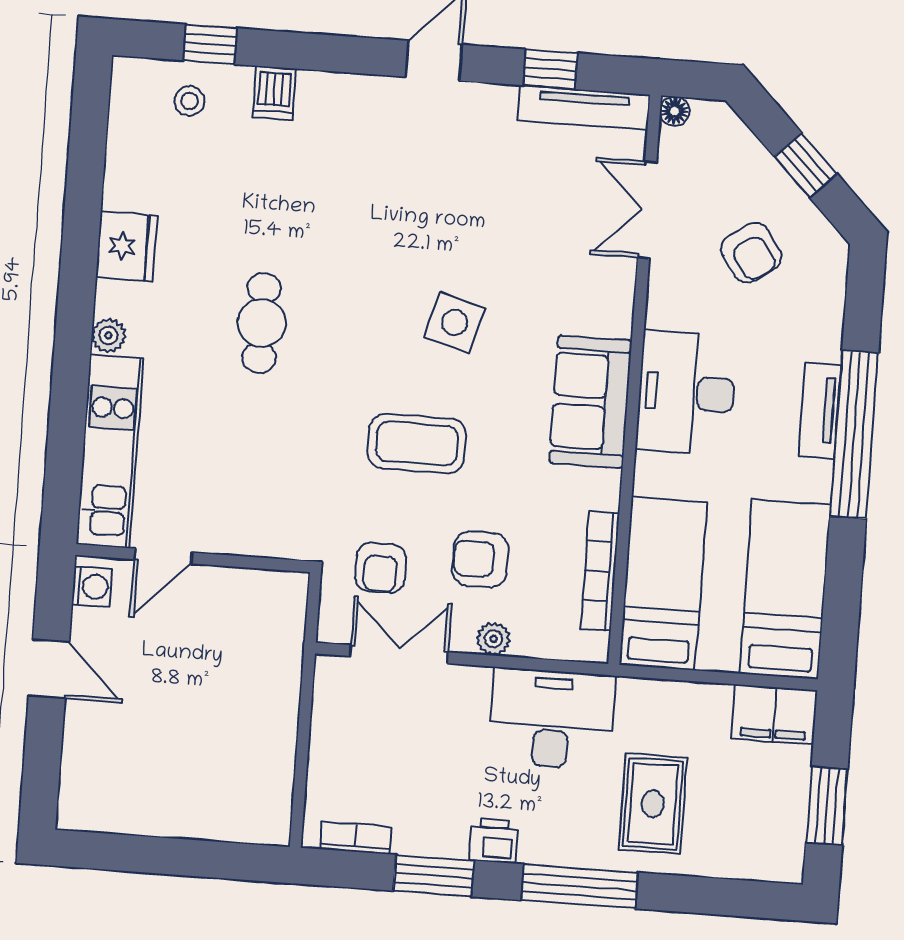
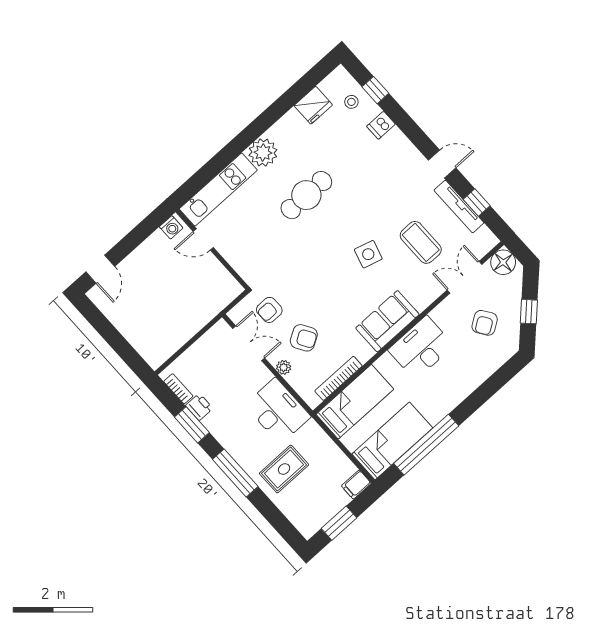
tv unit: (584, 107) -> (459, 206), moved
floor lamp: (675, 111) -> (503, 262), width x1.89, depth x1.89
fridge: (127, 246) -> (313, 105), moved
cafe table: (262, 323) -> (306, 195), width x1.37, depth x1.35
plant: (109, 335) -> (263, 153), width x1.88, depth x1.88
tv unit: (820, 410) -> (458, 394), removed
window: (854, 435) -> (426, 445), moved
coffee table: (417, 444) -> (421, 242), moved
armchair: (480, 559) -> (304, 338), turned 149
door: (49, 669) -> (100, 269), moved
filing cabinet: (774, 715) -> (356, 485), width x0.50
printer: (494, 841) -> (199, 407), moved

